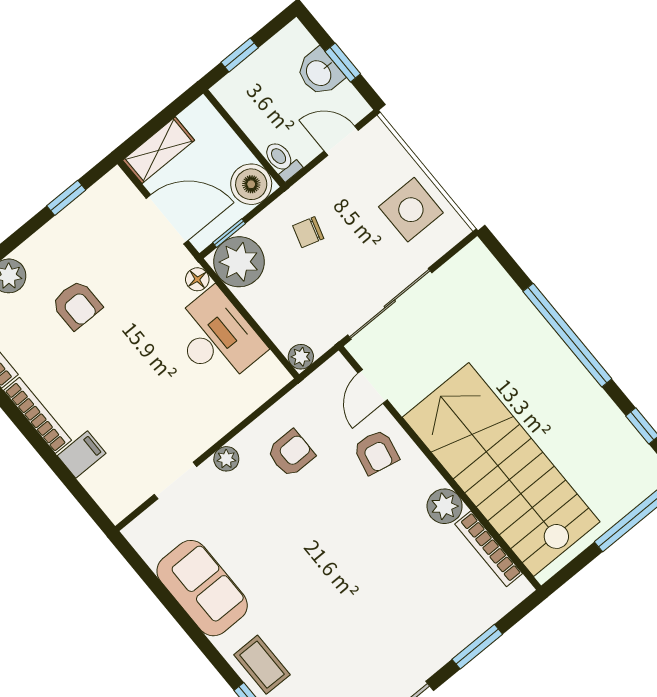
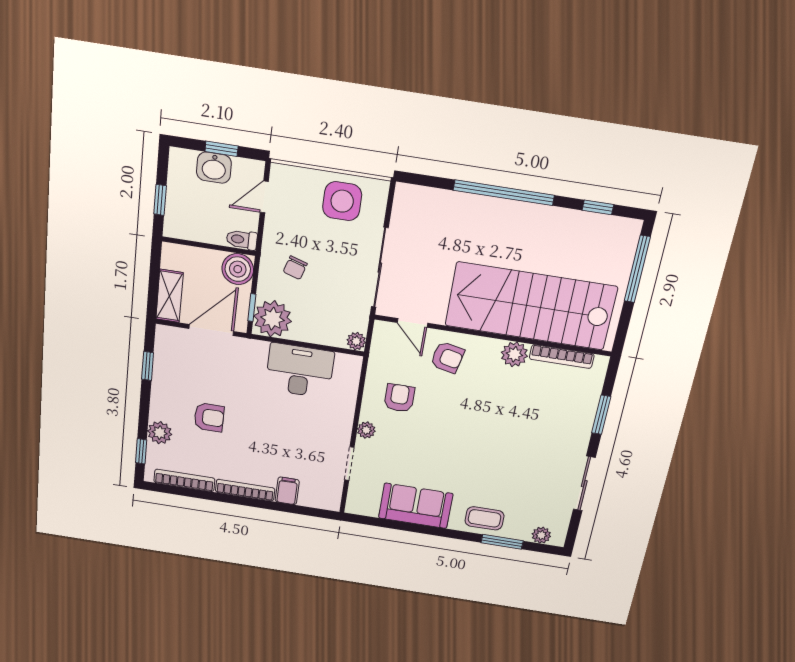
floor lamp: (197, 279) -> (259, 348), removed

